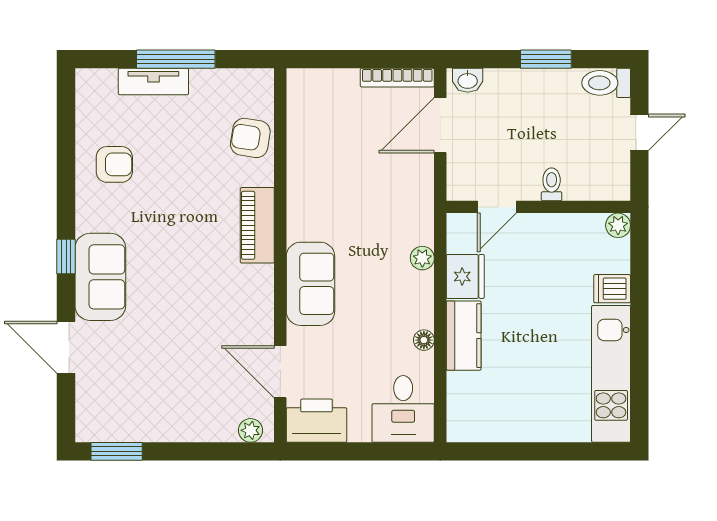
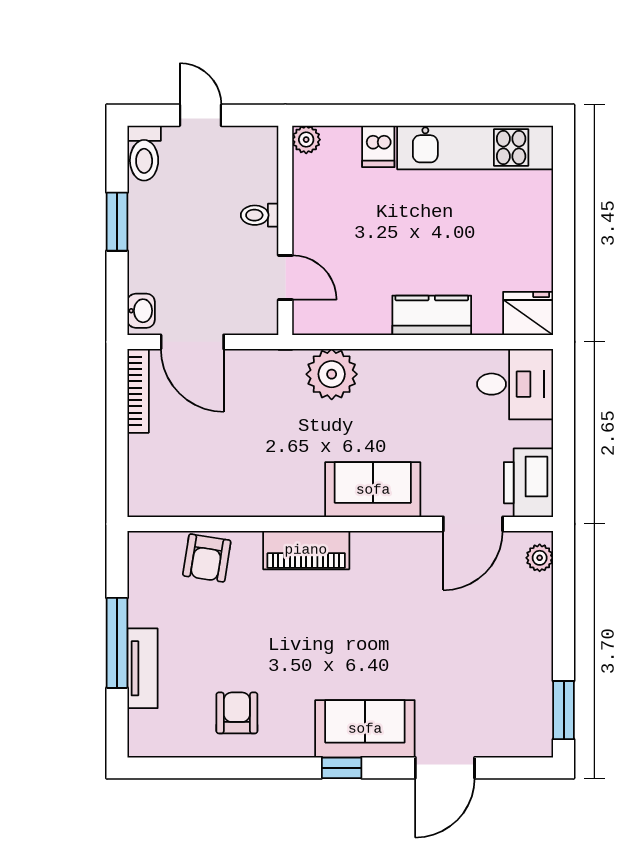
plant: (422, 258) -> (332, 374), width x1.88, depth x1.88
fridge: (465, 276) -> (528, 313), moved
floor lamp: (424, 340) -> (437, 361), removed

